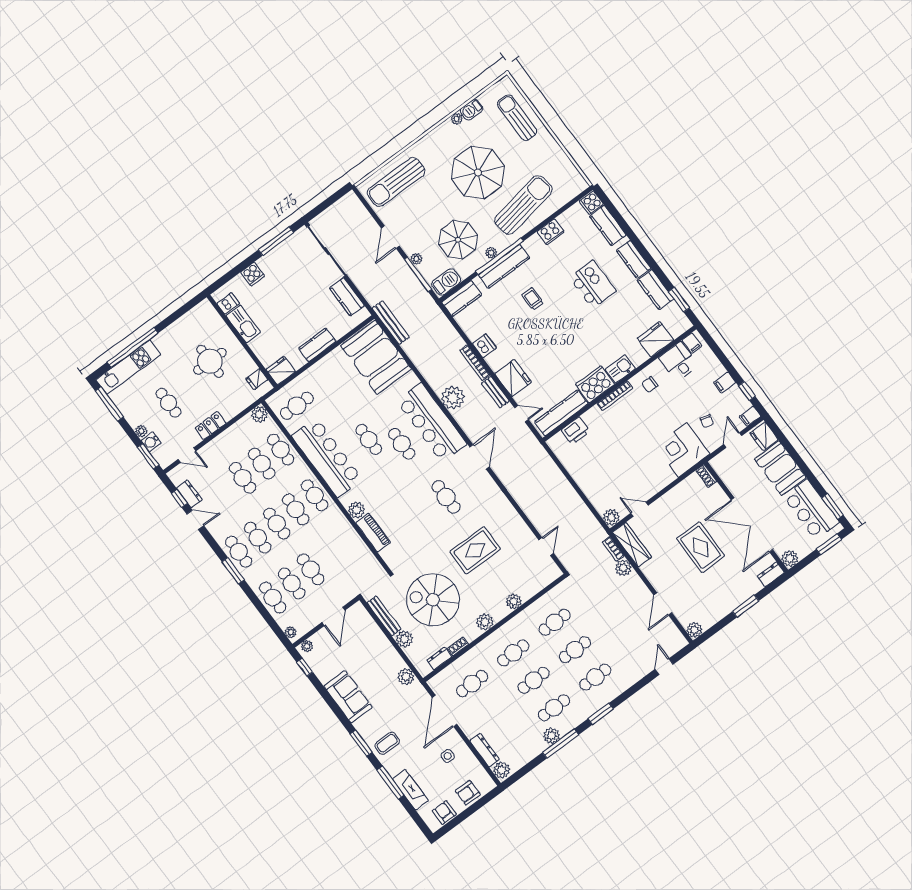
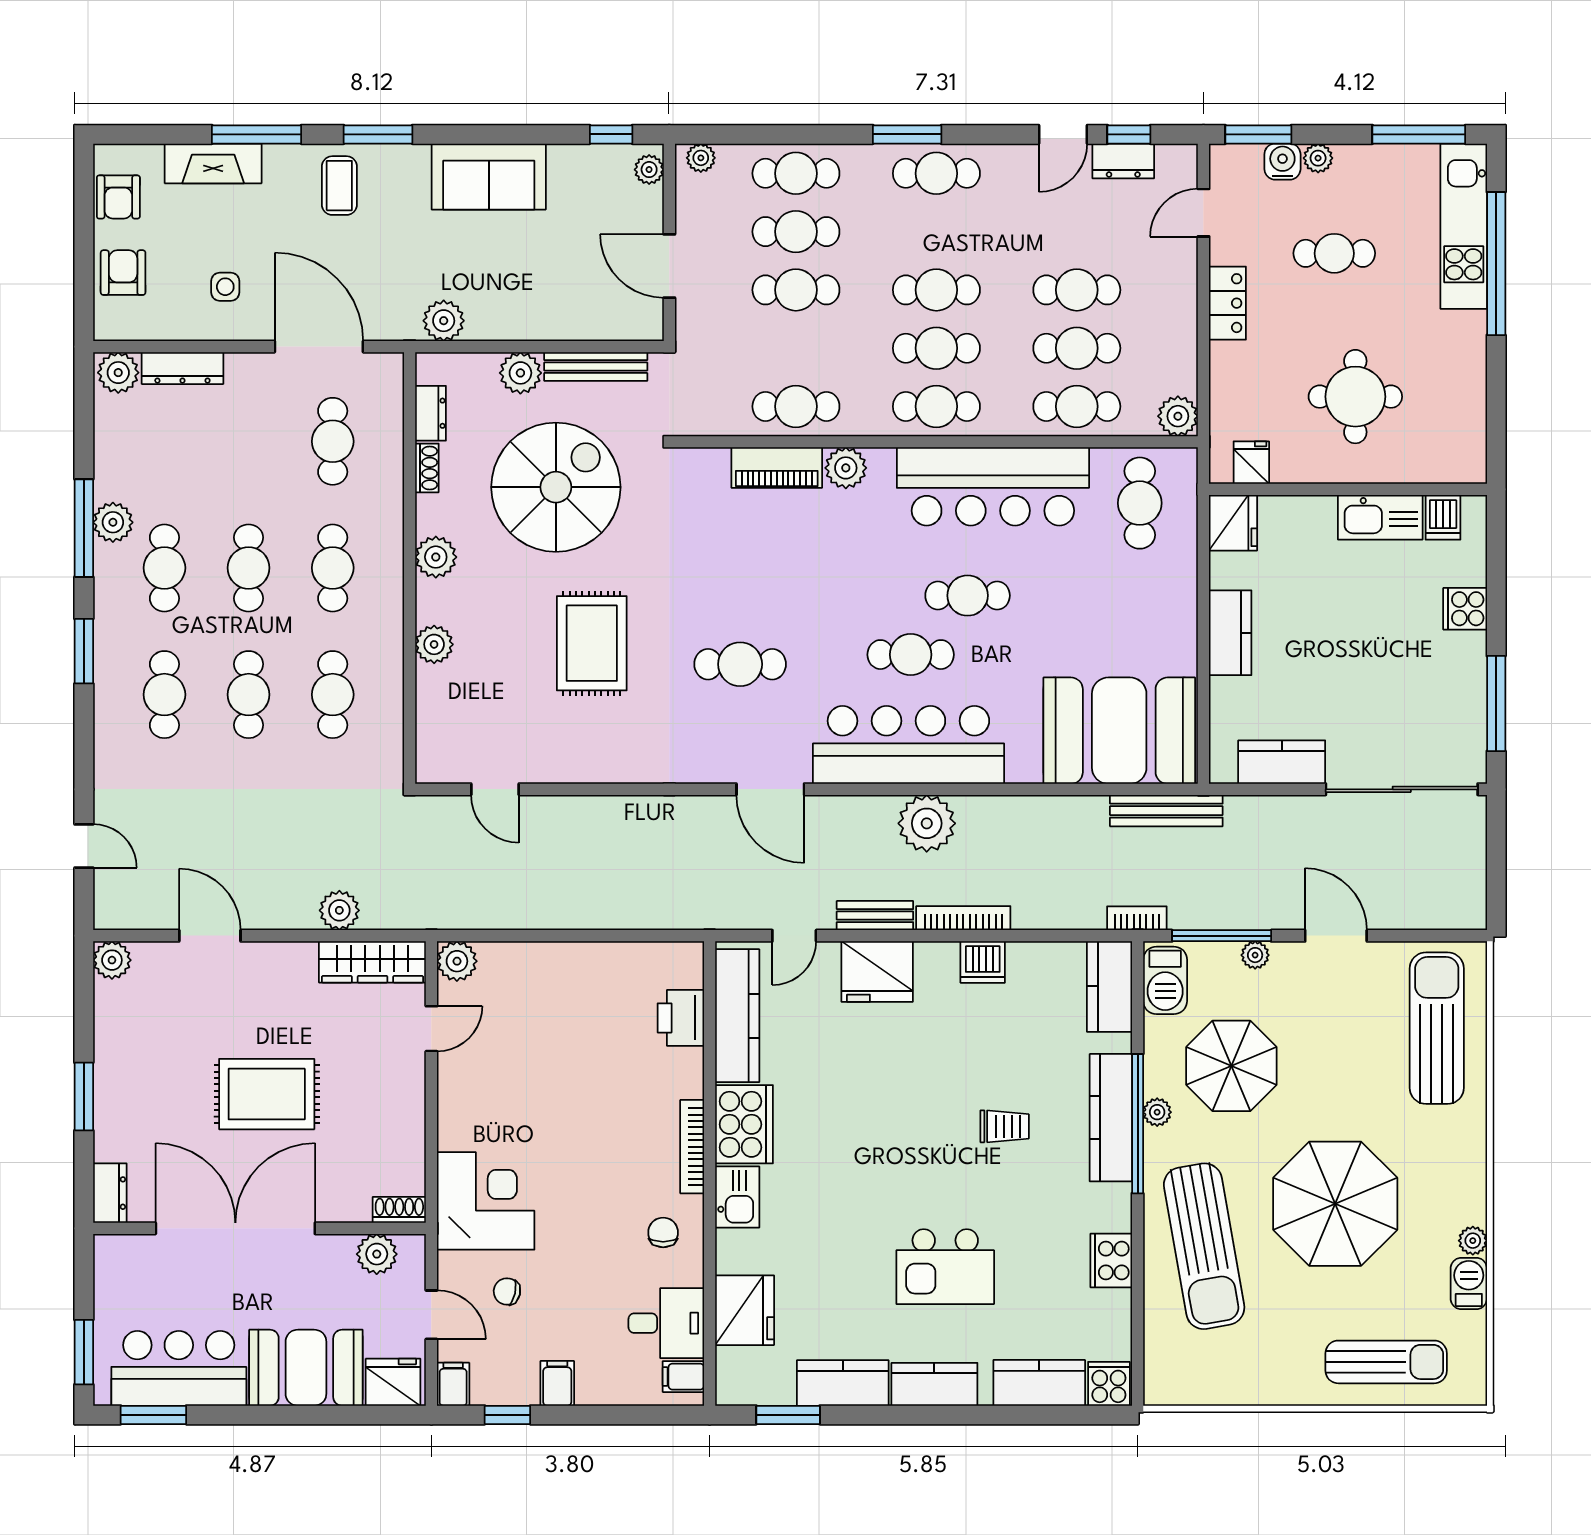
cafe table: (258, 538) -> (796, 406), moved
bookcase: (613, 549) -> (1137, 918), moved
plant: (790, 558) -> (377, 1254), moved
armchair: (444, 812) -> (118, 197), turned 90

